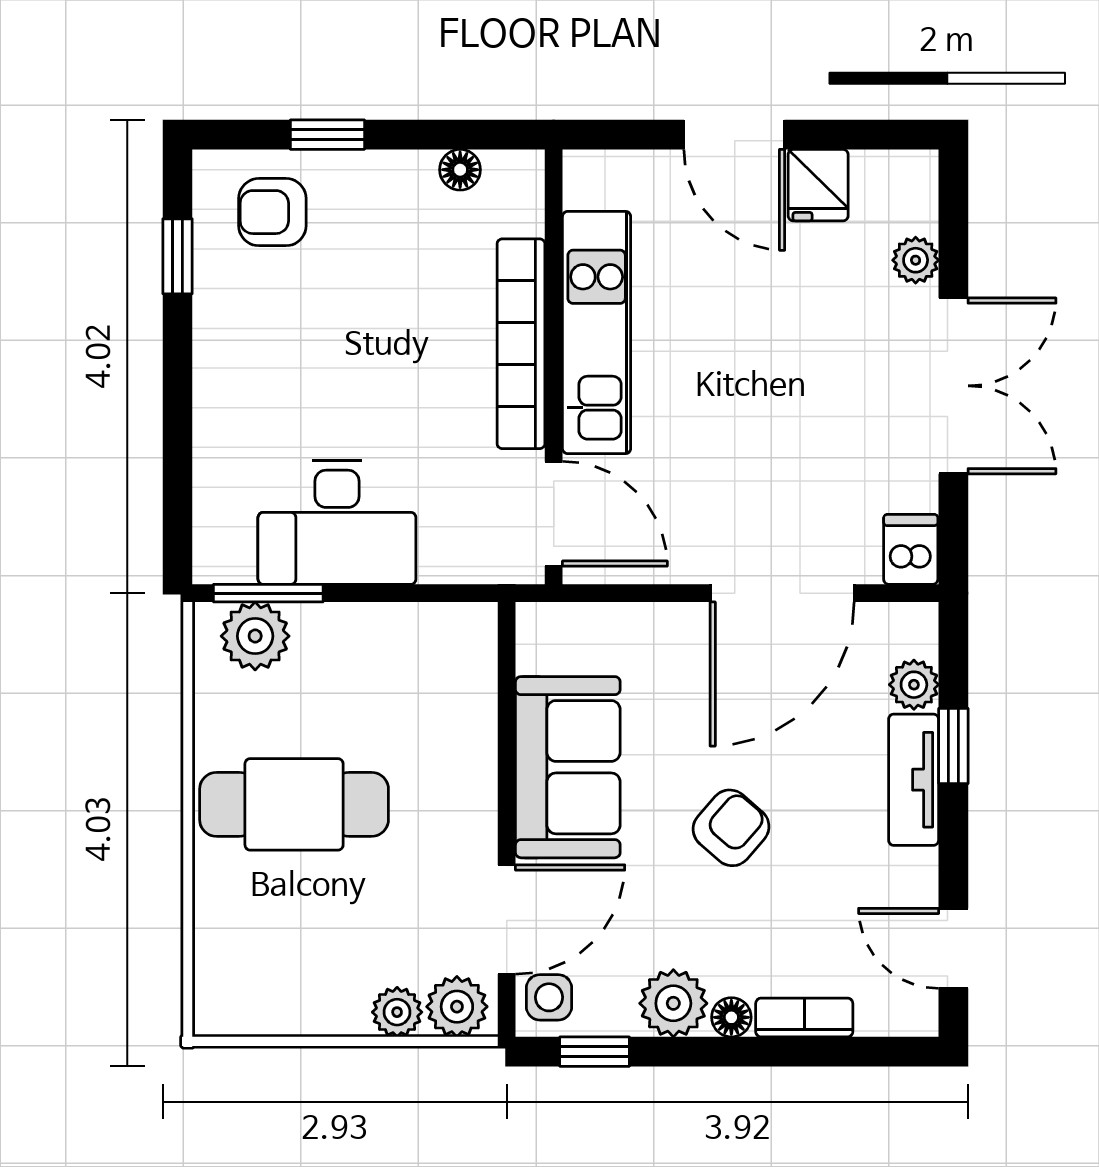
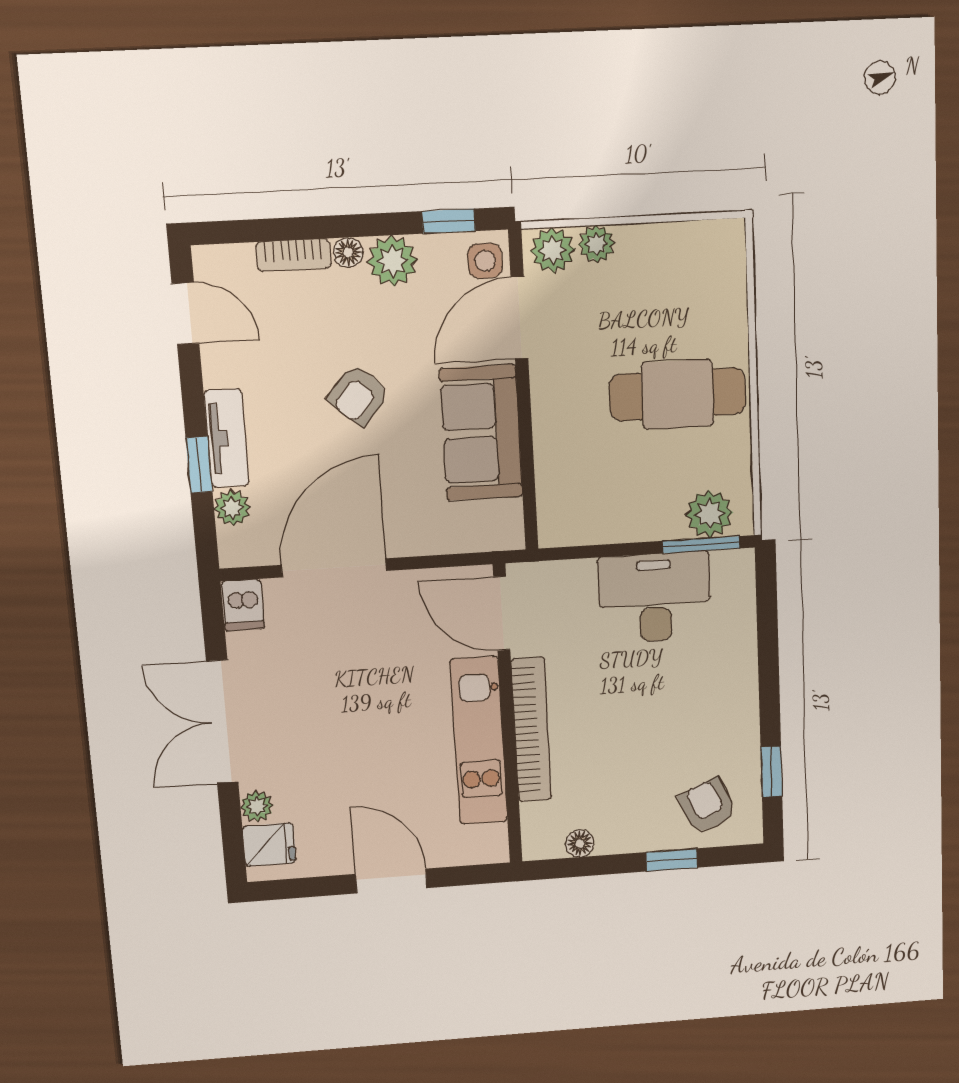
fridge: (818, 185) -> (269, 845), moved, turned 90
armchair: (272, 212) -> (708, 806), turned -114

